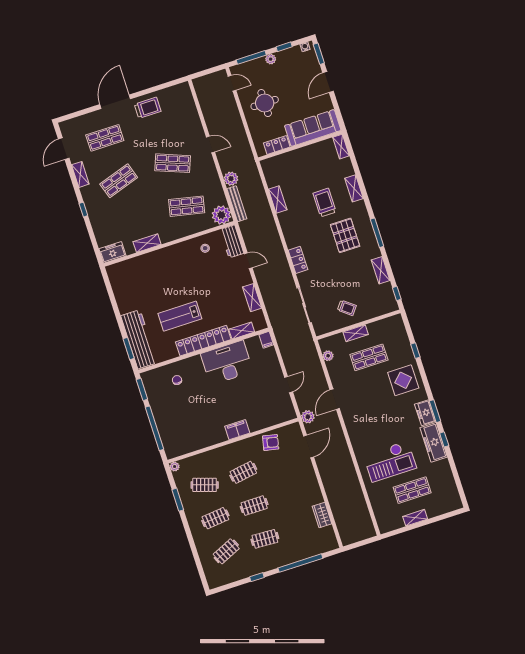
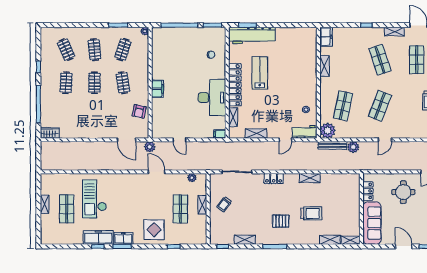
shelving: (354, 188) -> (330, 240), moved
shelving: (278, 200) -> (310, 178), moved
pallet: (345, 235) -> (281, 221), width x0.67, depth x0.71
wardrobe: (322, 515) -> (50, 133), moved

